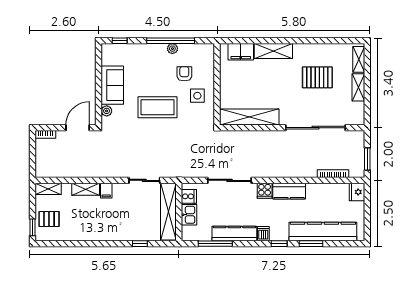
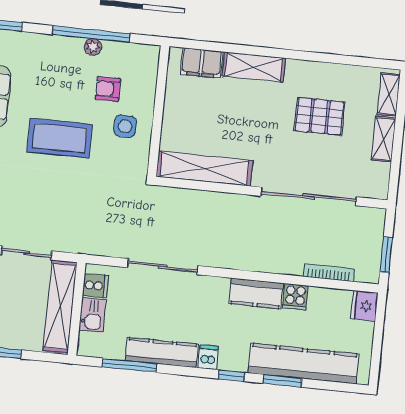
armchair: (184, 74) -> (108, 89), turned -90
cooker: (265, 191) -> (295, 297), moved

